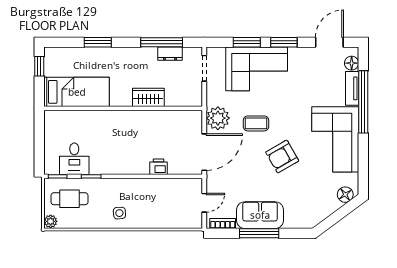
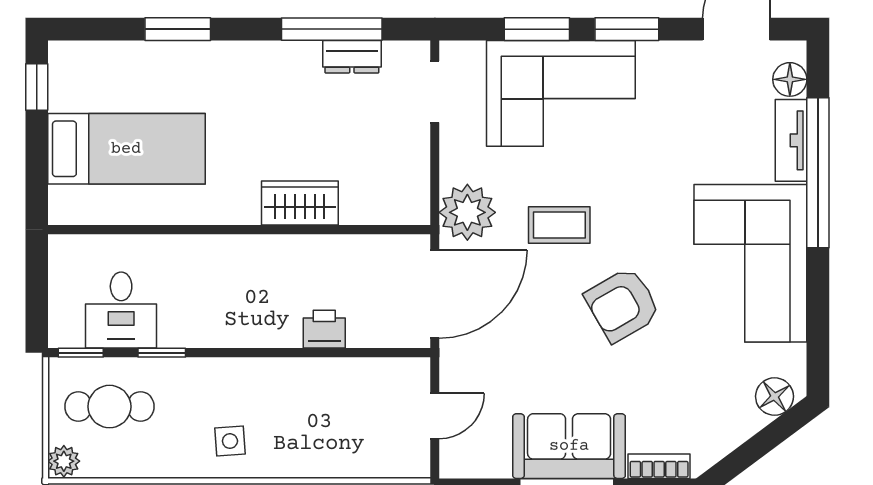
wardrobe: (148, 97) -> (300, 203), moved
wall: (123, 108) -> (239, 230), moved
bookcase: (223, 223) -> (659, 466), moved

